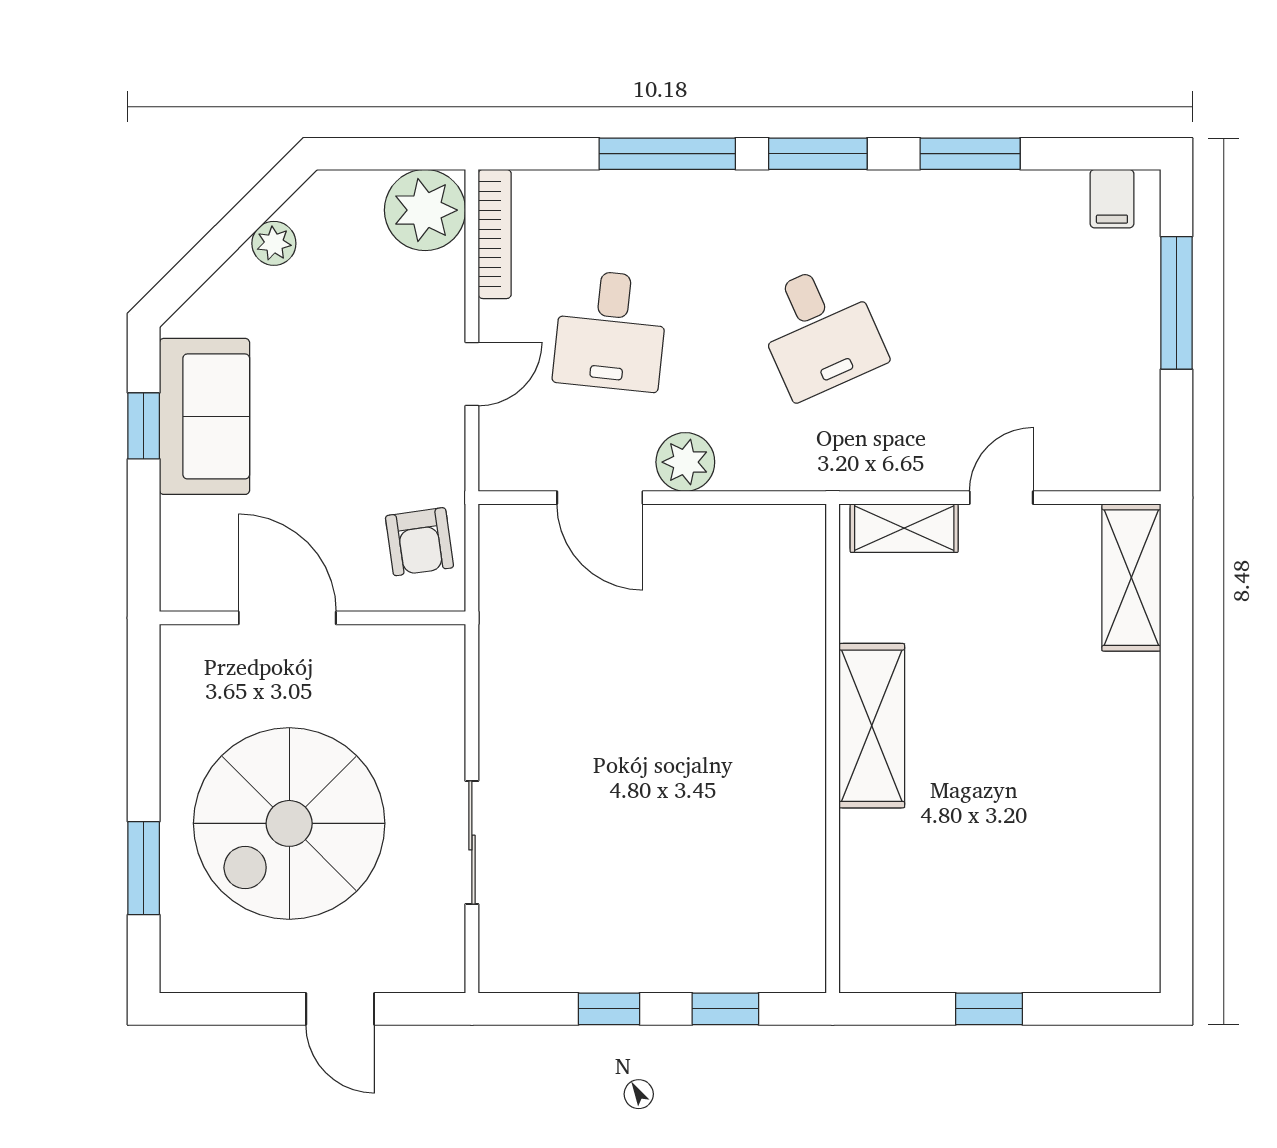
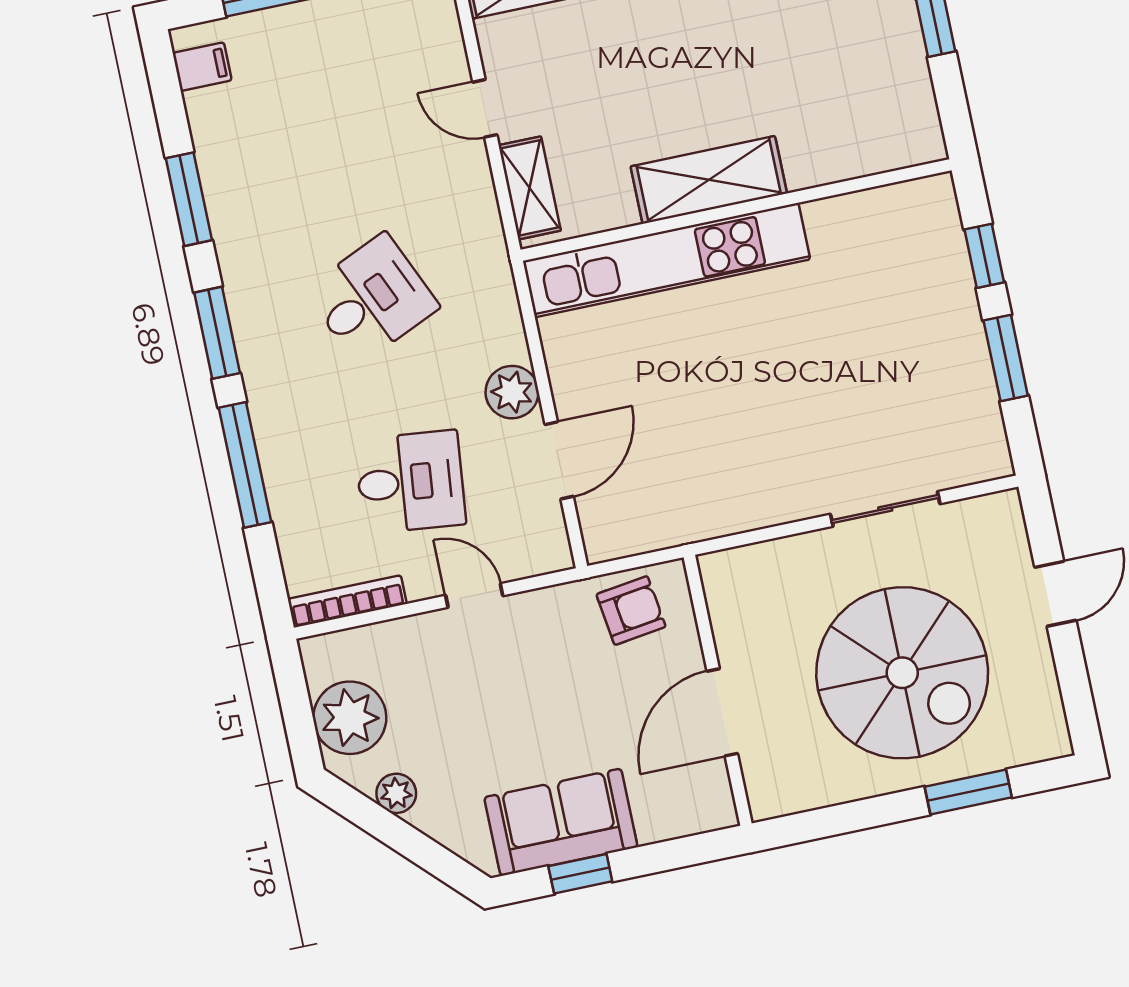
plant: (425, 210) -> (350, 718), moved
kitchen unit: (794, 661) -> (667, 260), added
window: (609, 1009) -> (1006, 358), width x1.50

